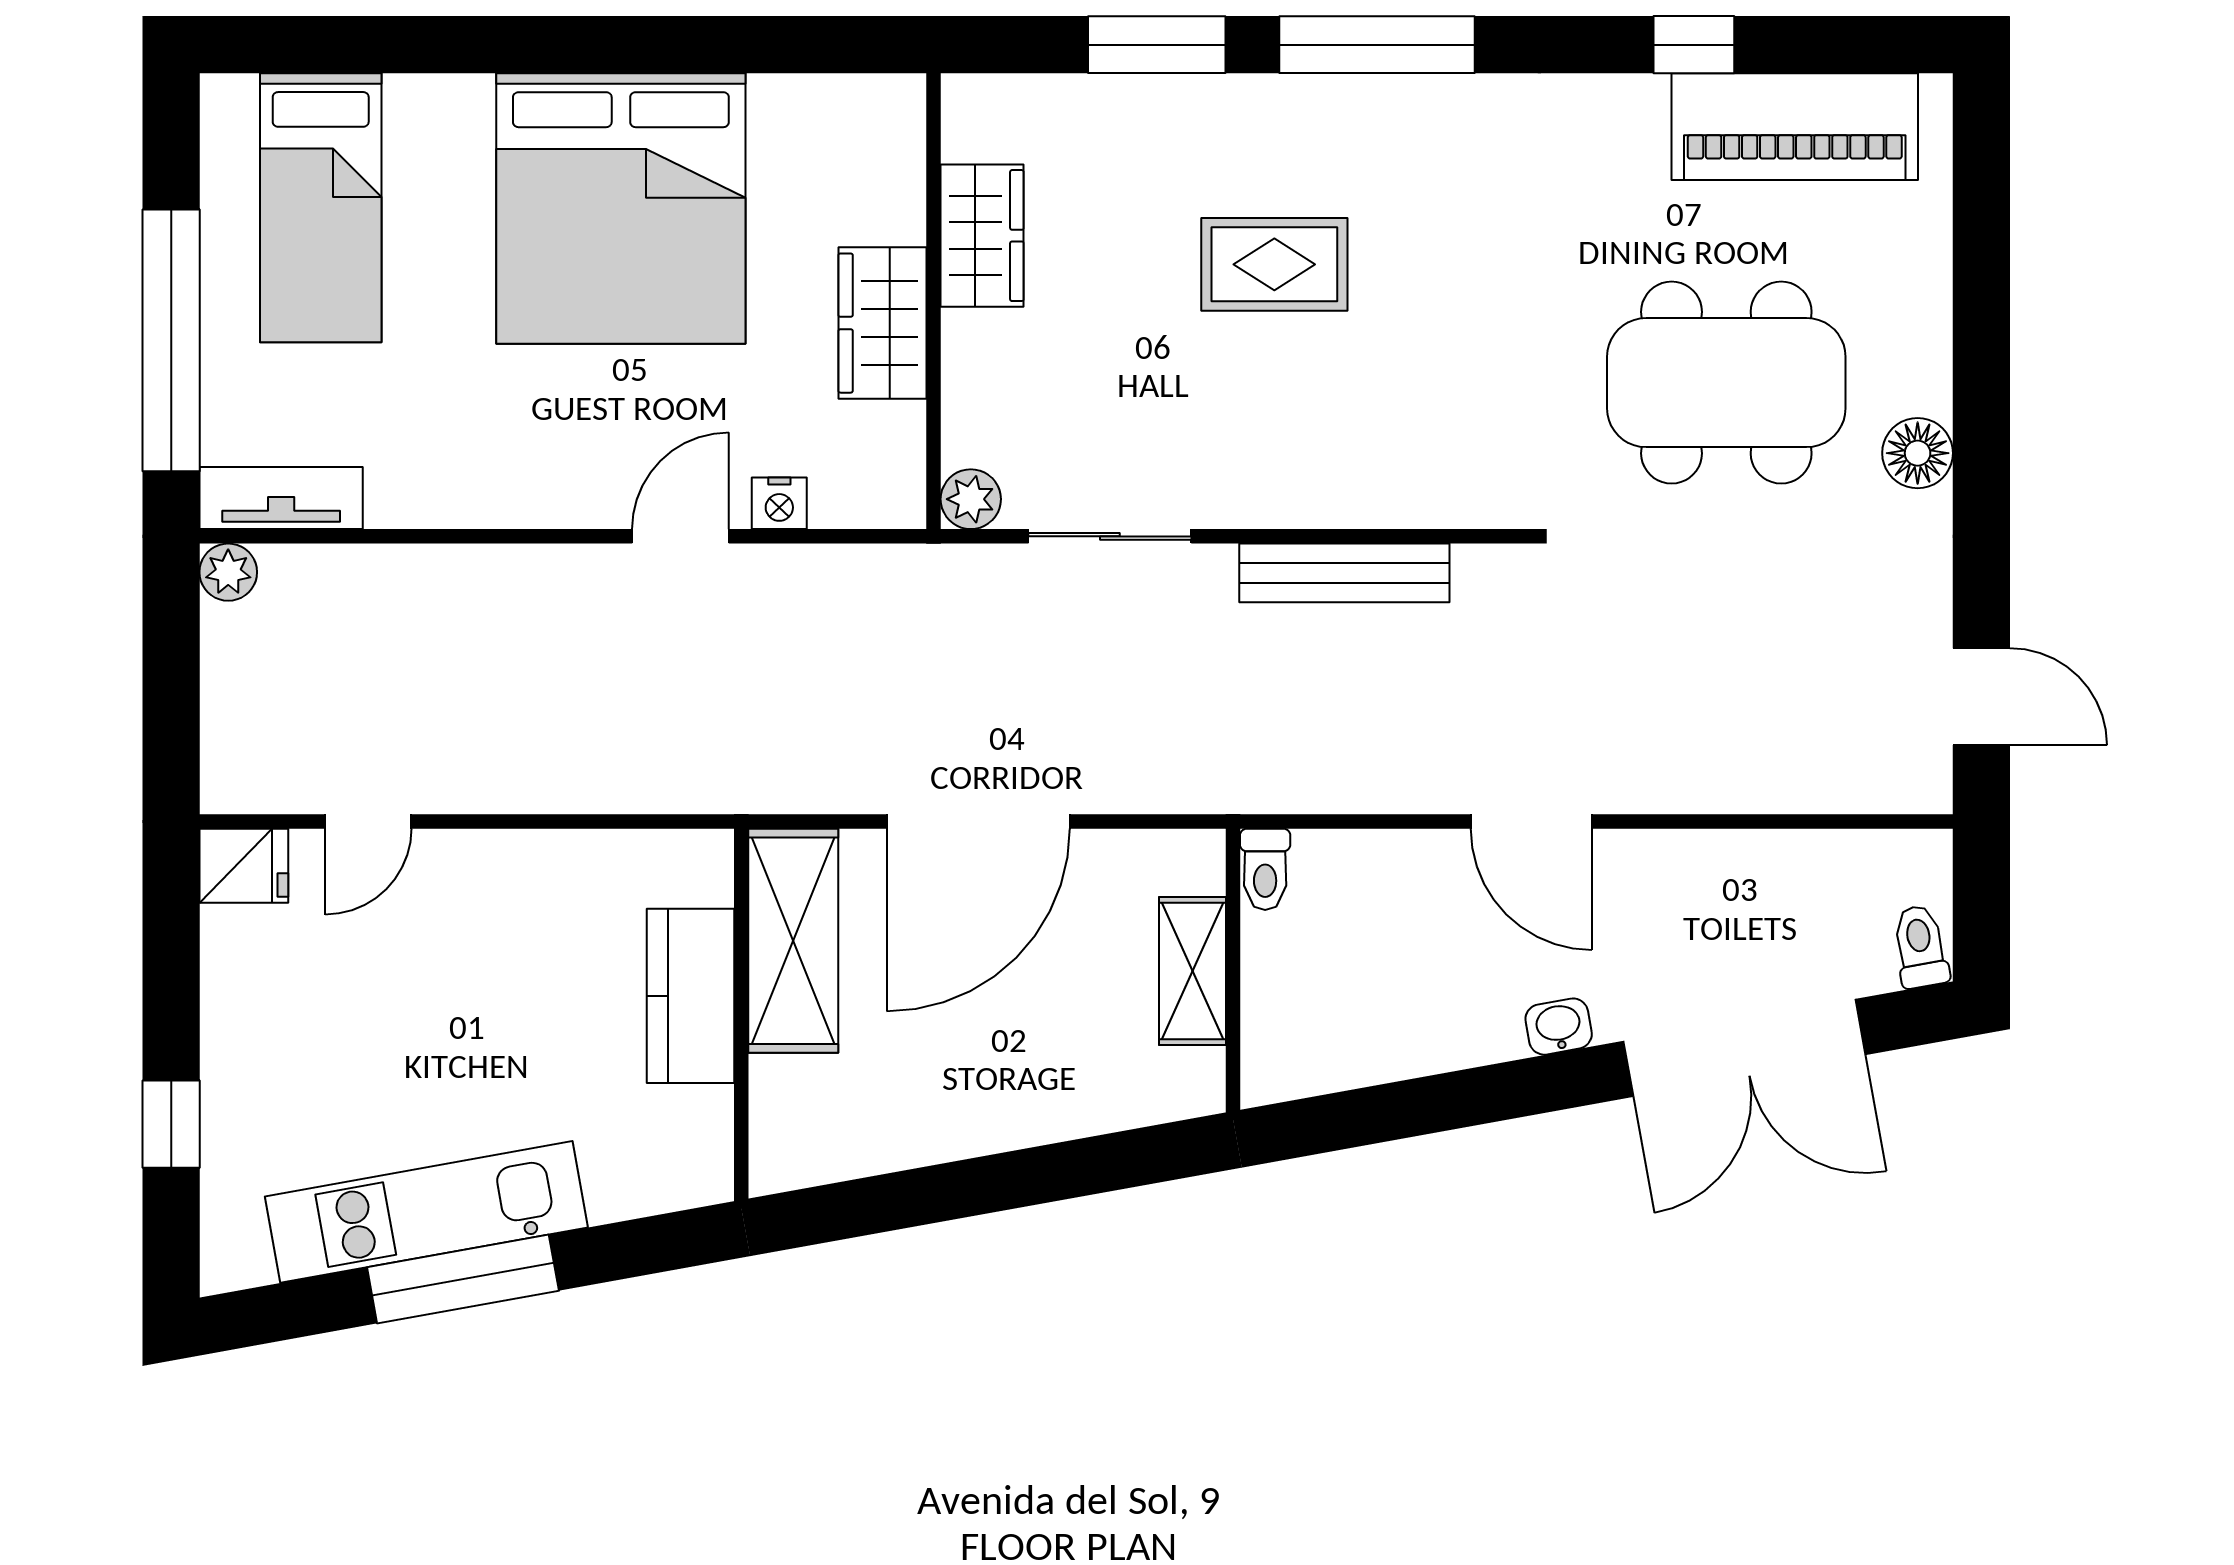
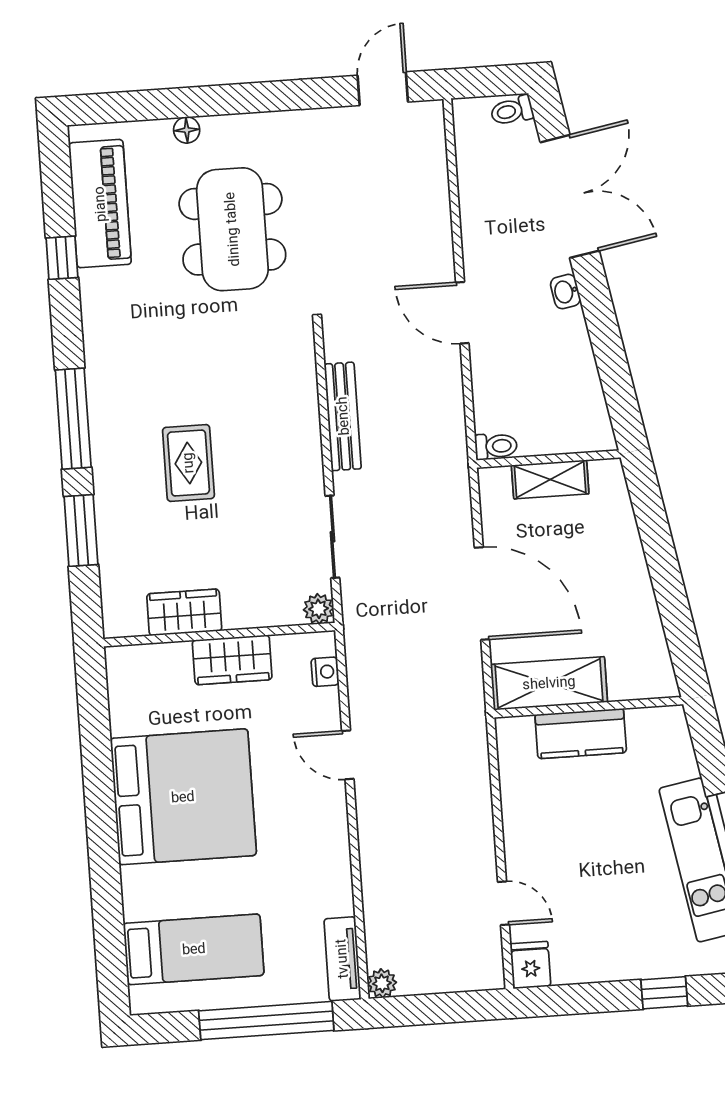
floor lamp: (1918, 453) -> (187, 130), moved, width x0.73, depth x0.73
nightstand: (779, 503) -> (325, 672), moved
door: (1531, 821) -> (462, 313), swing flipped

